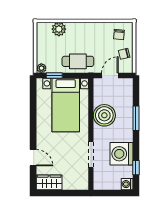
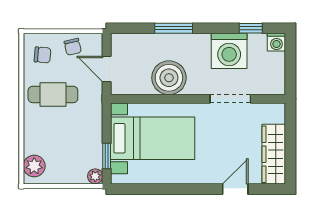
plant: (59, 29) -> (34, 166), moved
cafe table: (78, 61) -> (53, 94), moved, turned 90
wardrobe: (49, 182) -> (274, 154), width x1.50

